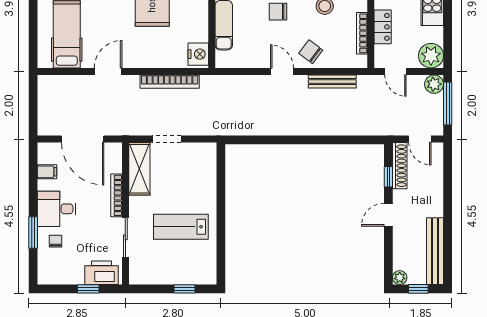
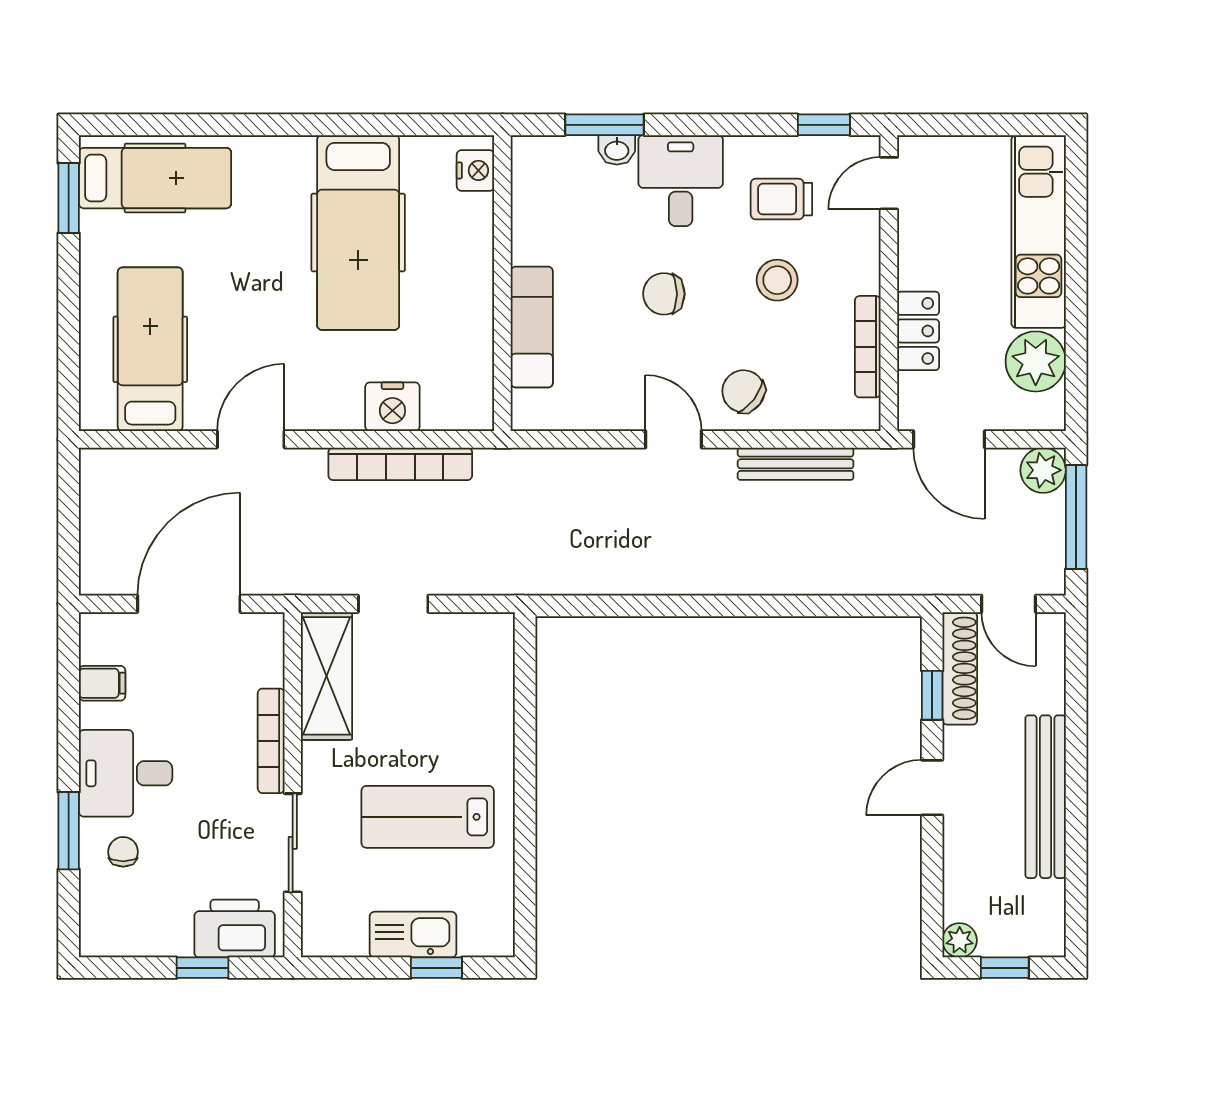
nightstand: (198, 54) -> (392, 407), moved, turned 90
plant: (431, 56) -> (1036, 361), moved
door: (395, 71) -> (949, 439), width x1.38
door: (83, 139) -> (189, 604), swing flipped
bench: (435, 251) -> (1046, 797), moved
kitchen sink: (175, 275) -> (413, 935), added

